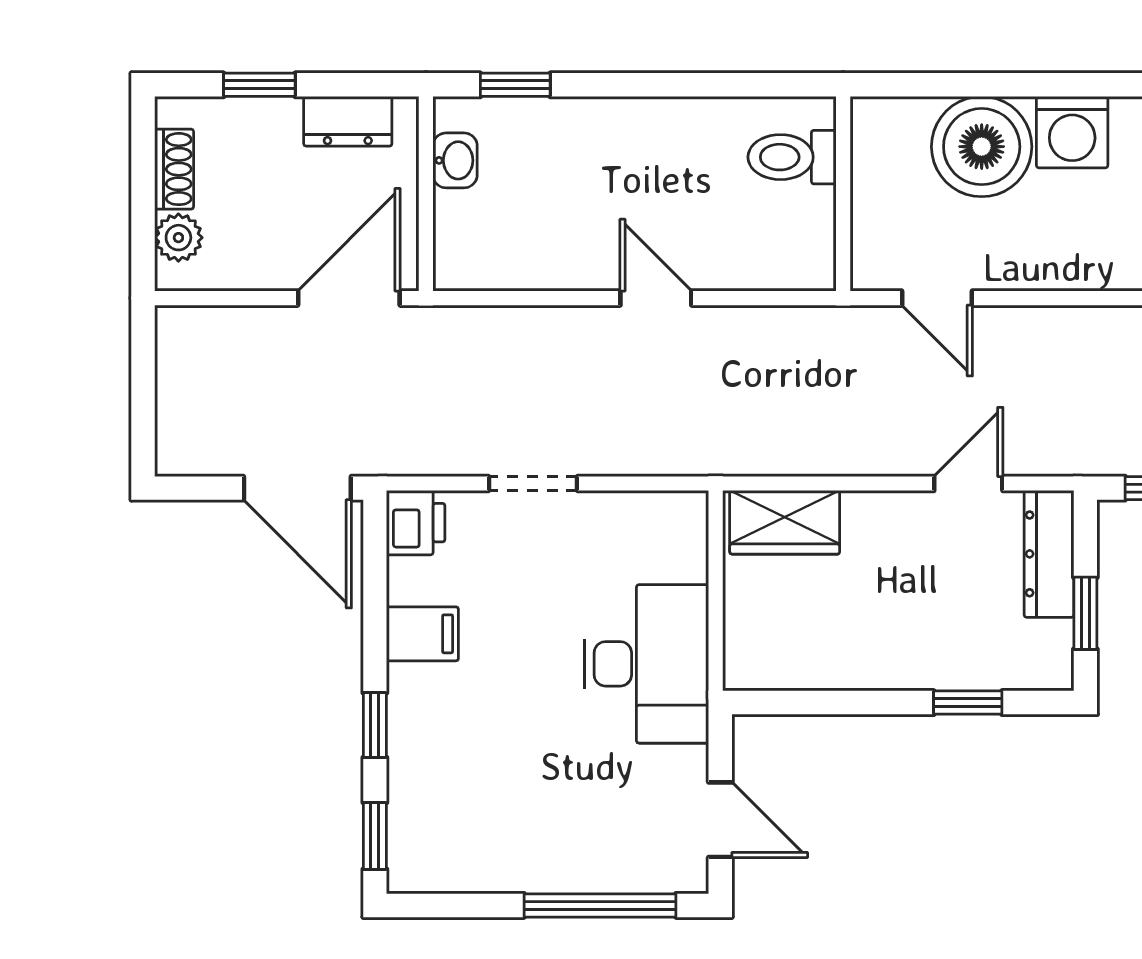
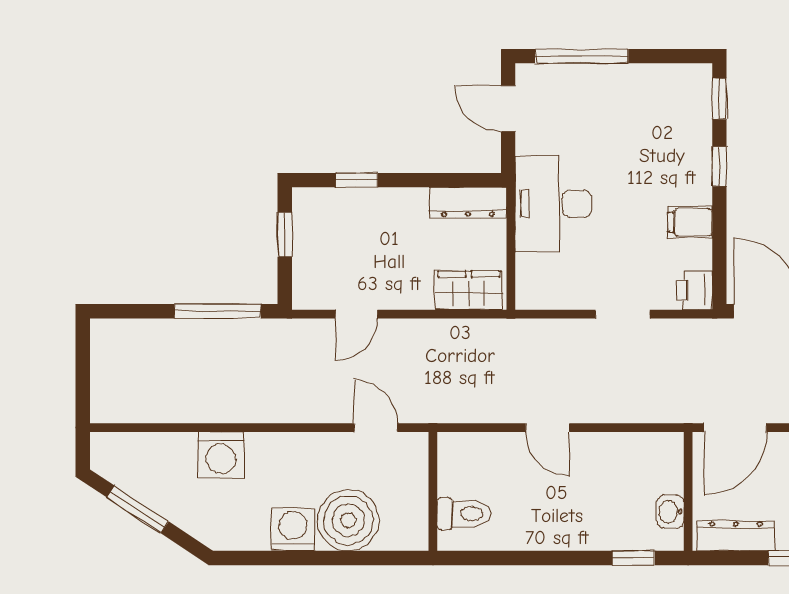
dresser: (348, 121) -> (736, 536), width x1.44
dresser: (1049, 554) -> (468, 202), moved, turned 90

